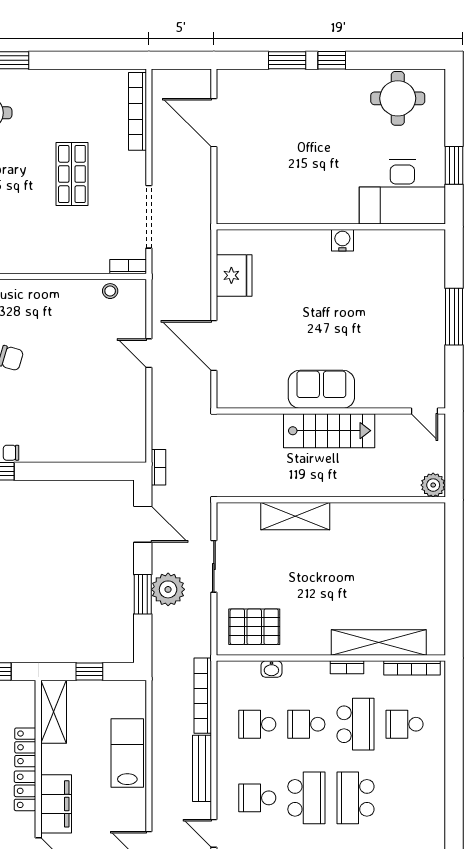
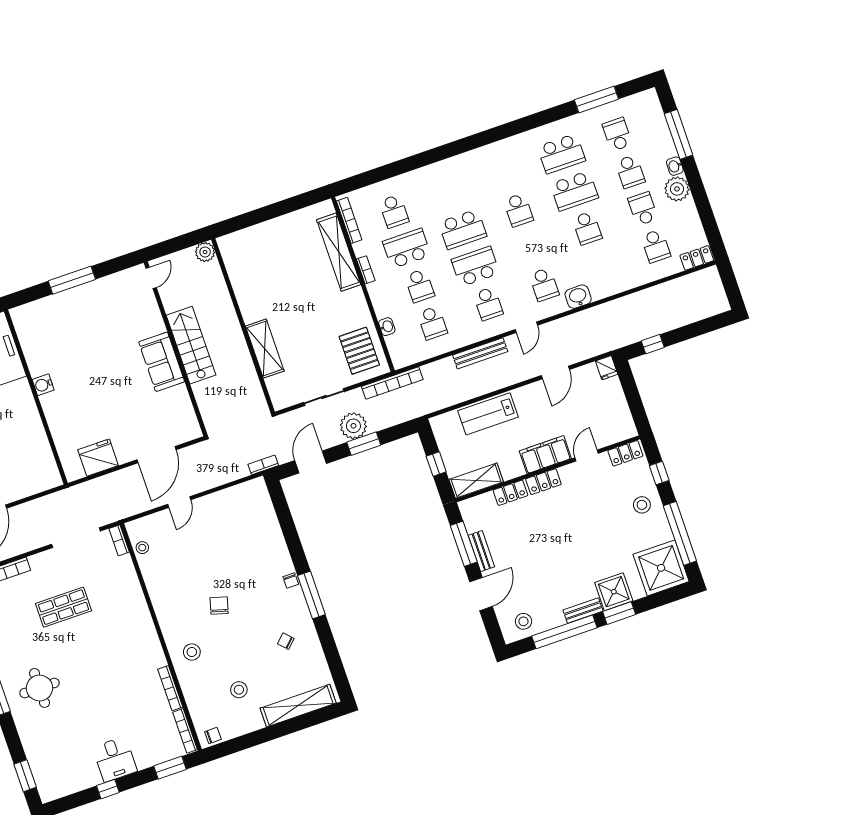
bookcase: (203, 696) -> (392, 383), moved

